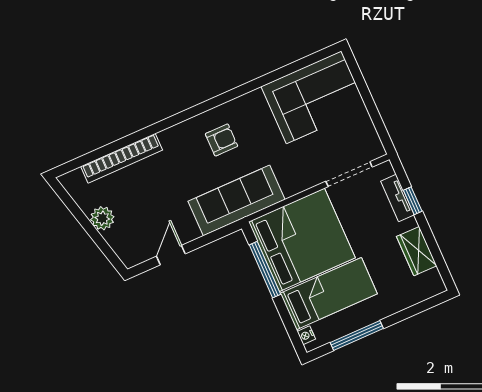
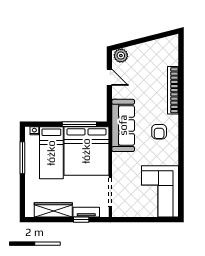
bookcase: (122, 158) -> (173, 90), moved
plant: (102, 218) -> (121, 56), moved
wardrobe: (417, 251) -> (53, 210), width x1.50

